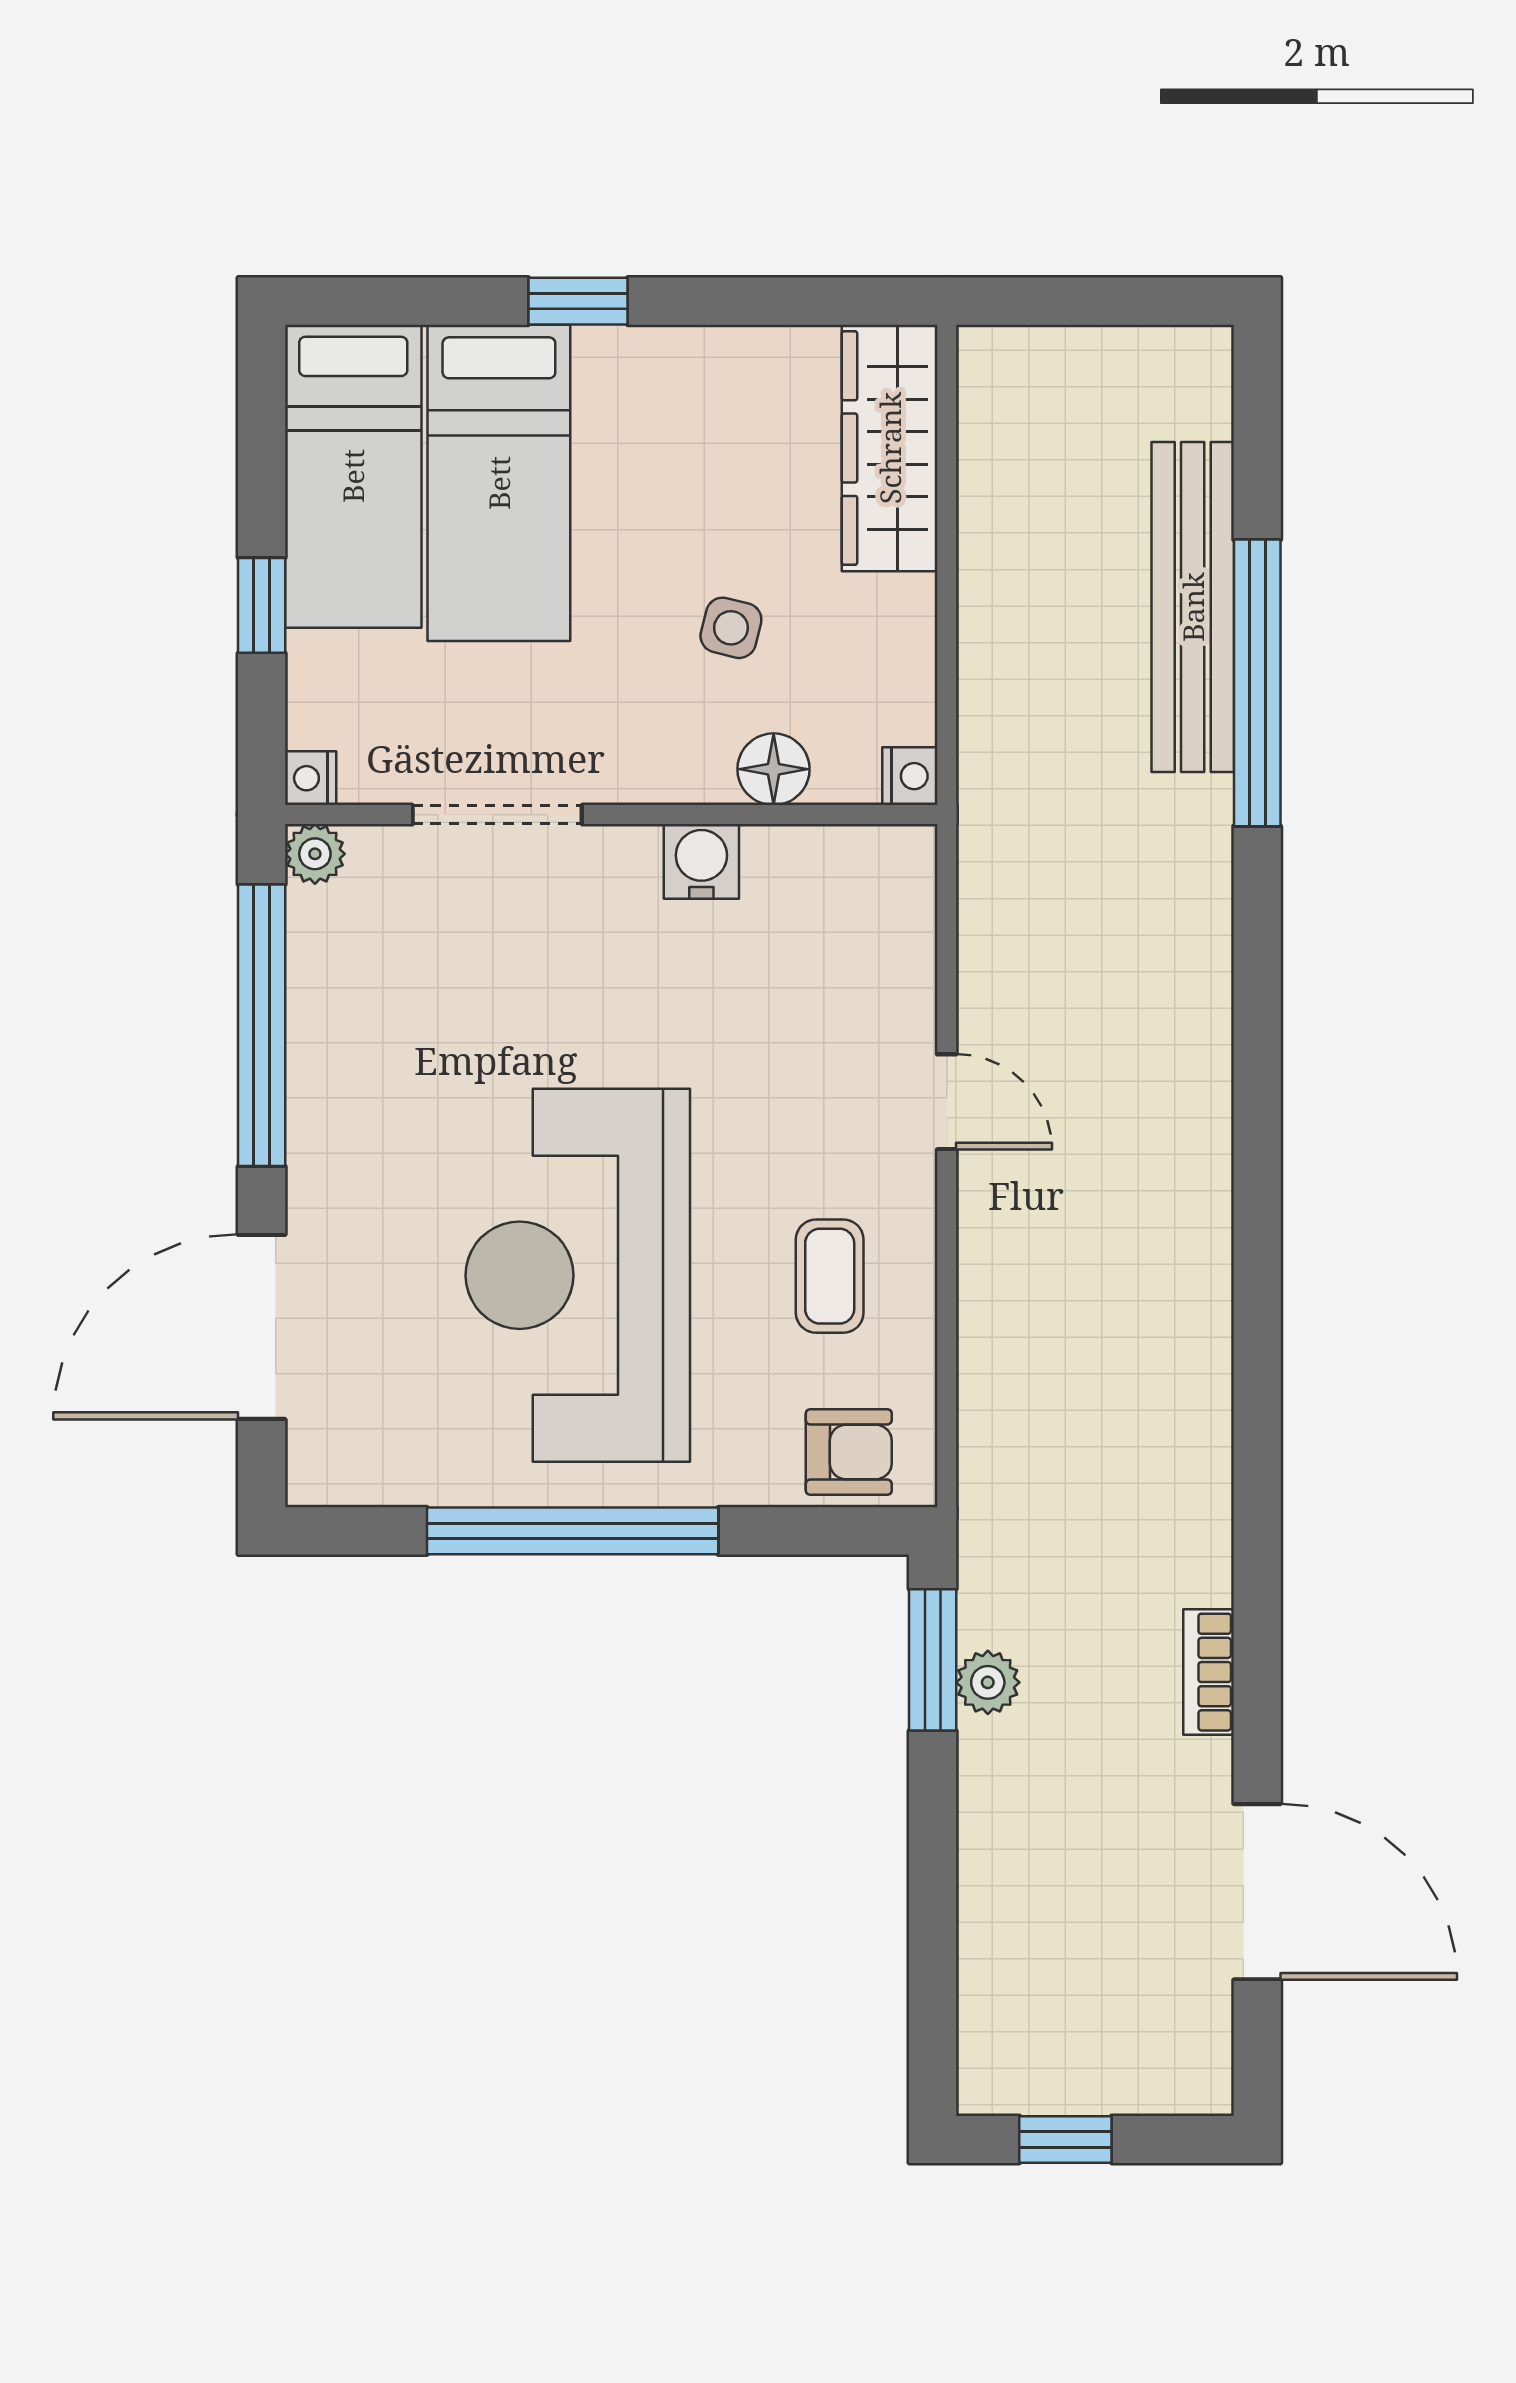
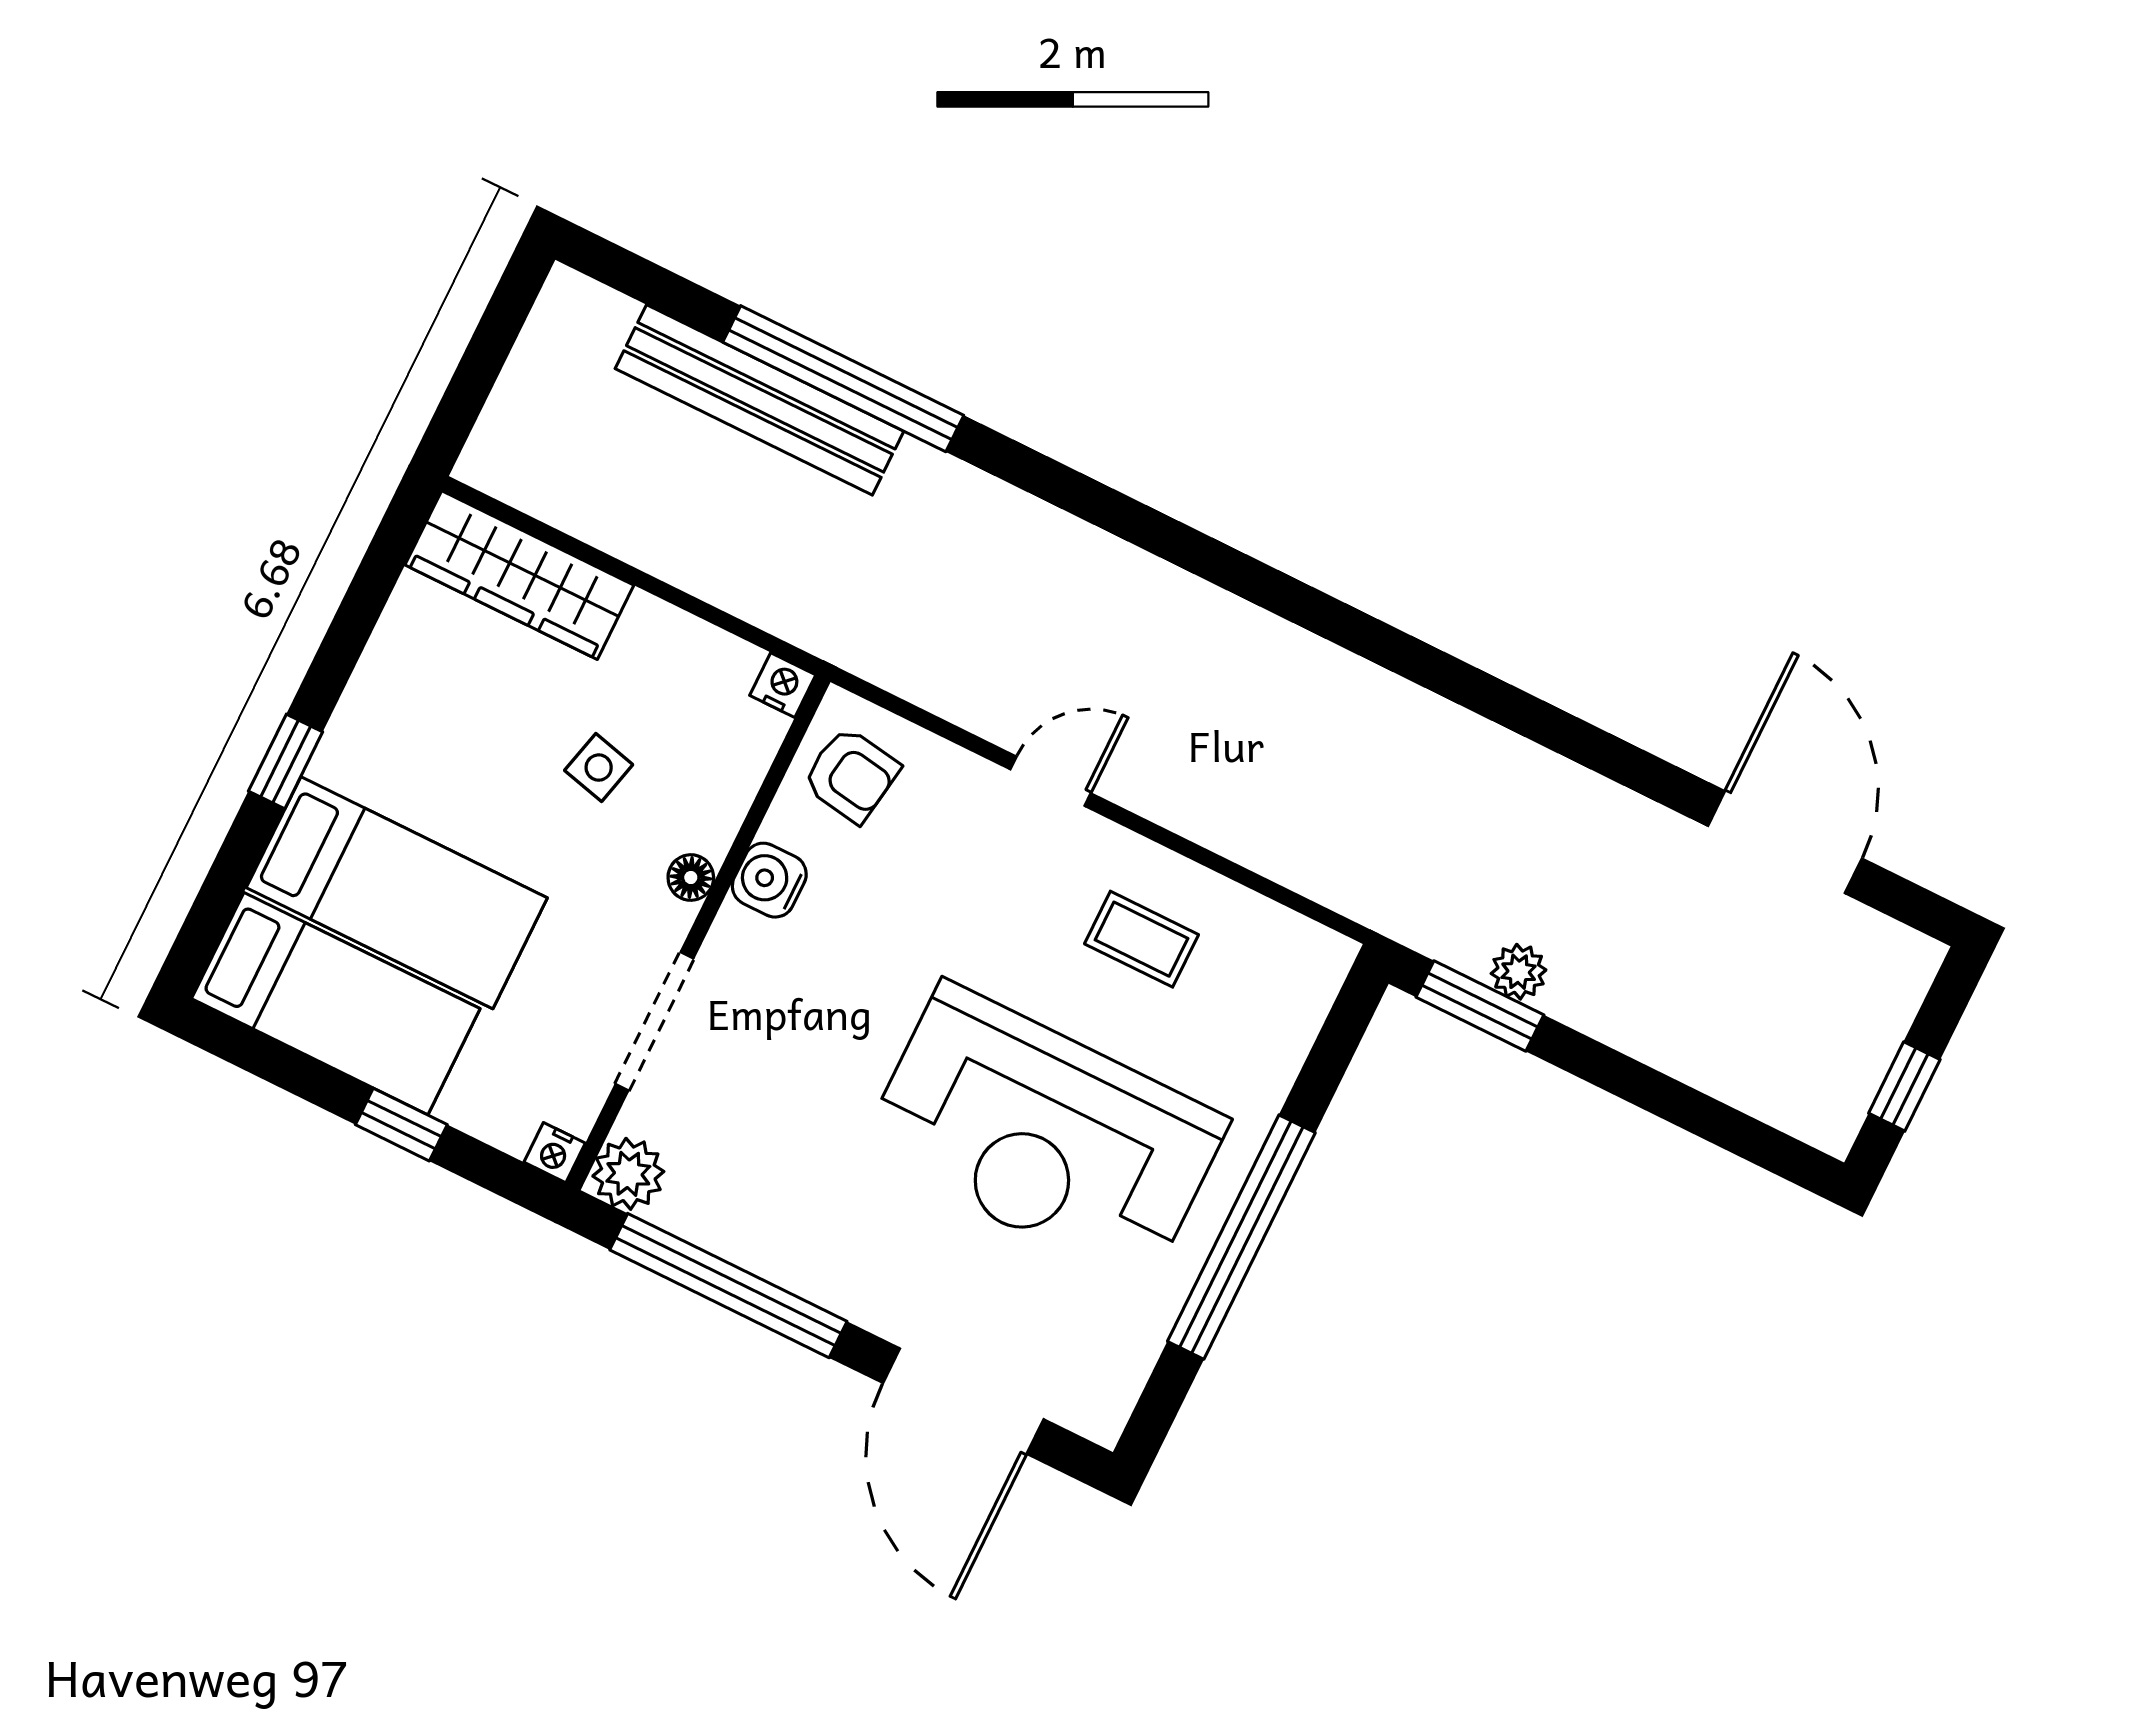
floor lamp: (774, 769) -> (691, 878), moved, width x0.73, depth x0.73
plant: (315, 854) -> (628, 1174), width x1.38, depth x1.38
armchair: (849, 1452) -> (851, 775), moved, turned 99
bookcase: (1209, 1672) -> (1595, 796), removed
door: (1257, 1892) -> (1785, 842), hinge flipped

